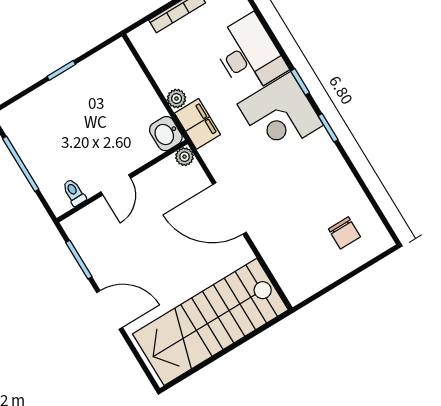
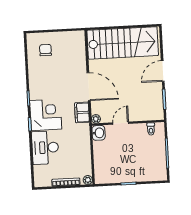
plant: (177, 99) -> (88, 180), moved
filing cabinet: (197, 124) -> (82, 112), moved
door: (116, 185) -> (121, 123), moved
door: (110, 310) -> (163, 71), hinge flipped

